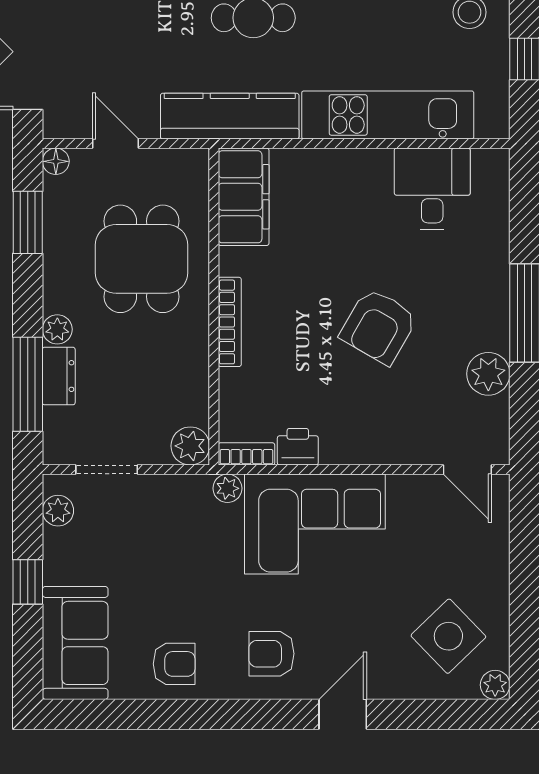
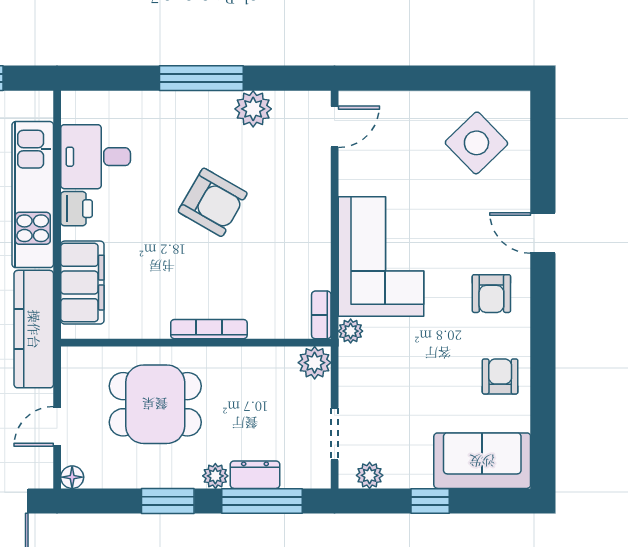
filing cabinet: (244, 197) -> (82, 283), moved, turned 90
window: (28, 222) -> (168, 501), moved
printer: (298, 447) -> (77, 209), moved, turned 180
plant: (495, 685) -> (518, 103), removed

